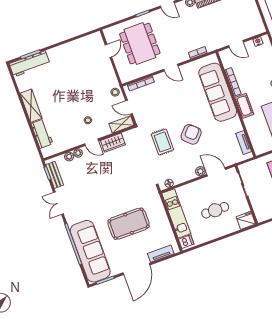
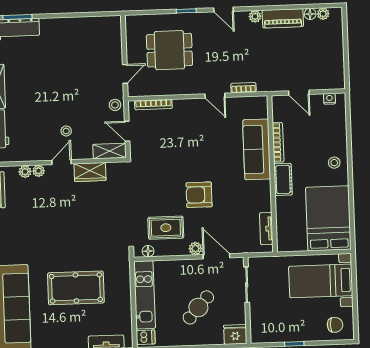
dining table: (140, 44) -> (169, 50), width x0.73
door: (108, 51) -> (125, 74), moved
door: (171, 68) -> (215, 96), moved
sofa: (218, 92) -> (257, 149), width x0.74, depth x0.79
armchair: (191, 134) -> (199, 195), turned -133
door: (92, 142) -> (61, 162), swing flipped
rug: (162, 142) -> (166, 228), moved, turned 90
cafe table: (215, 210) -> (198, 307), turned -48

